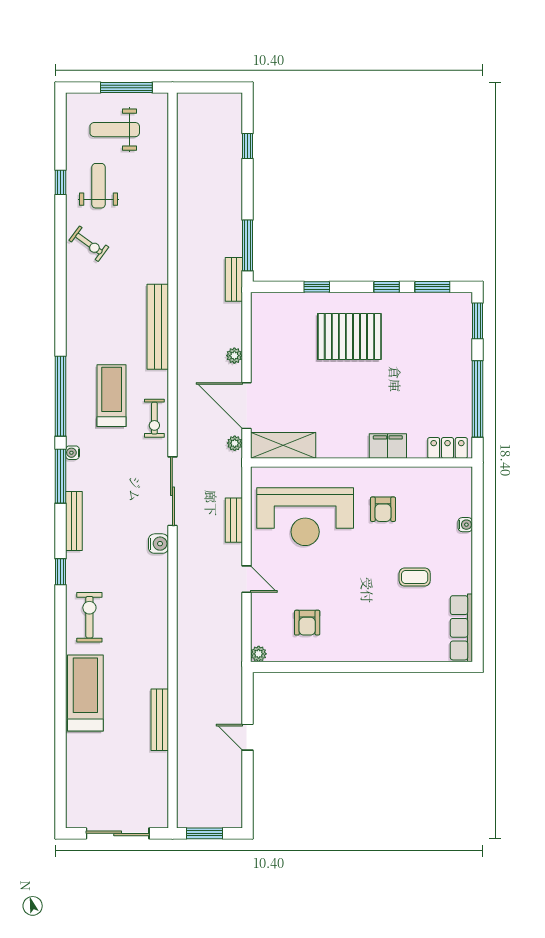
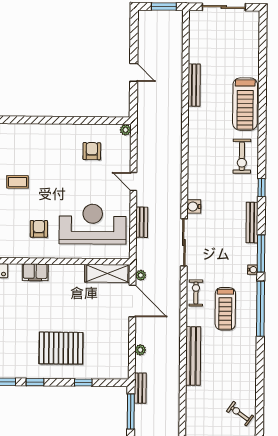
plant: (234, 356) -> (140, 350), moved

